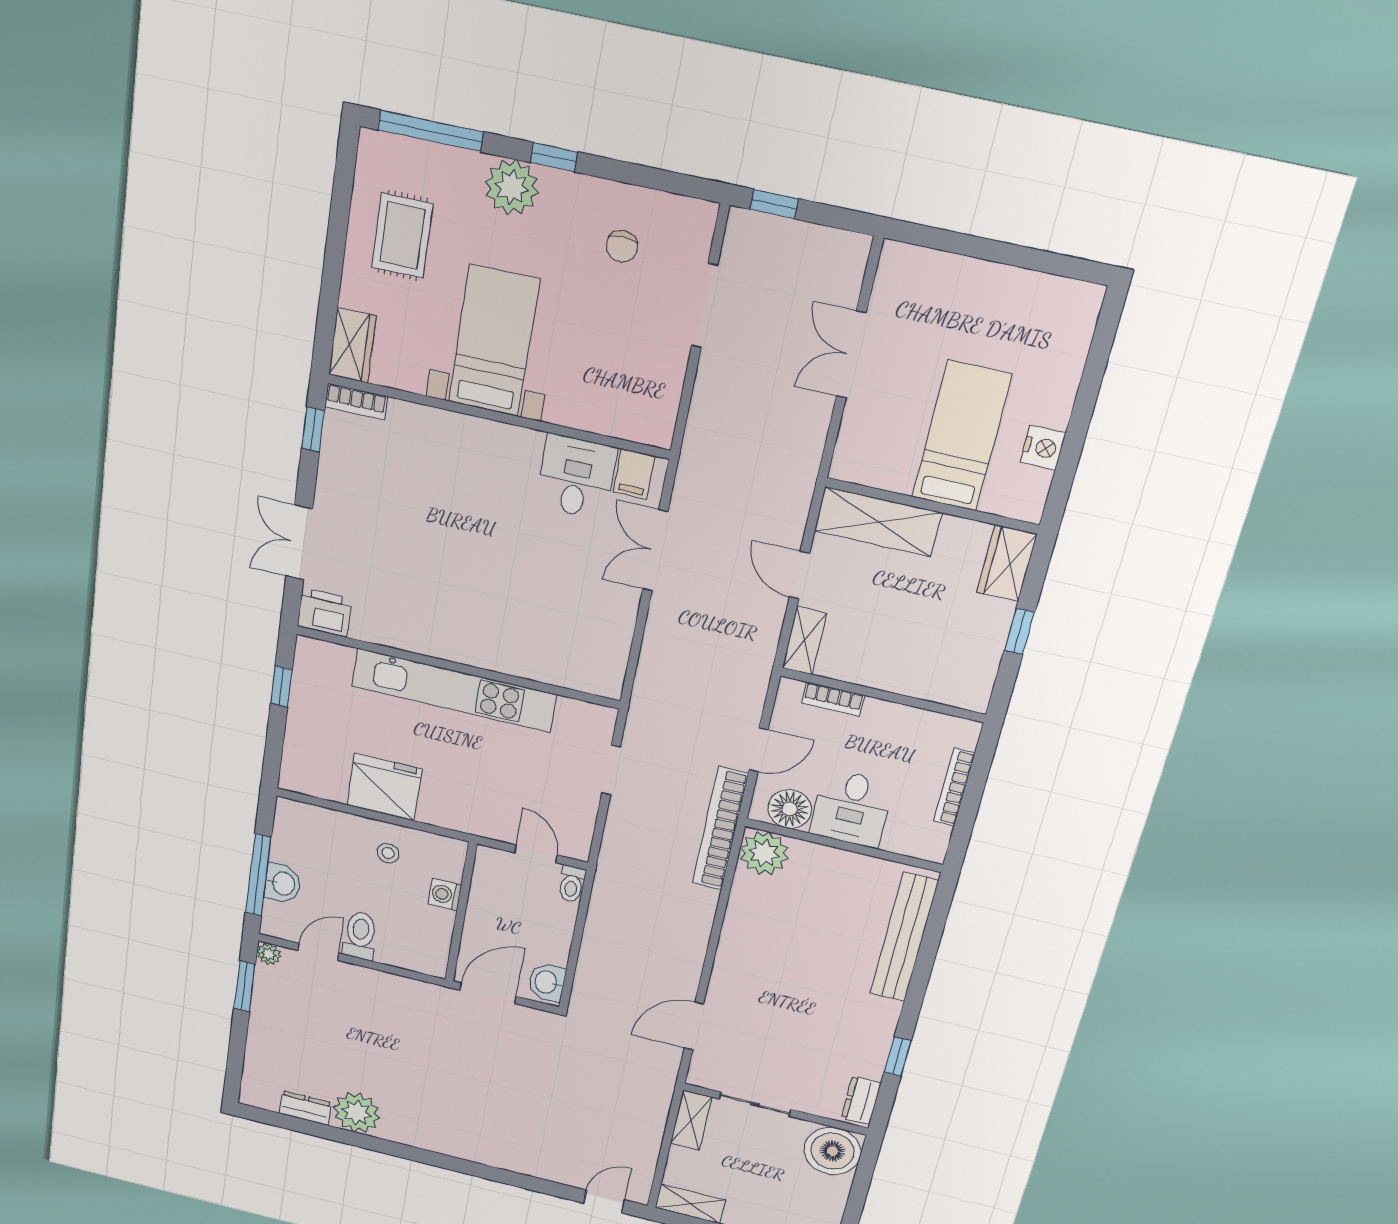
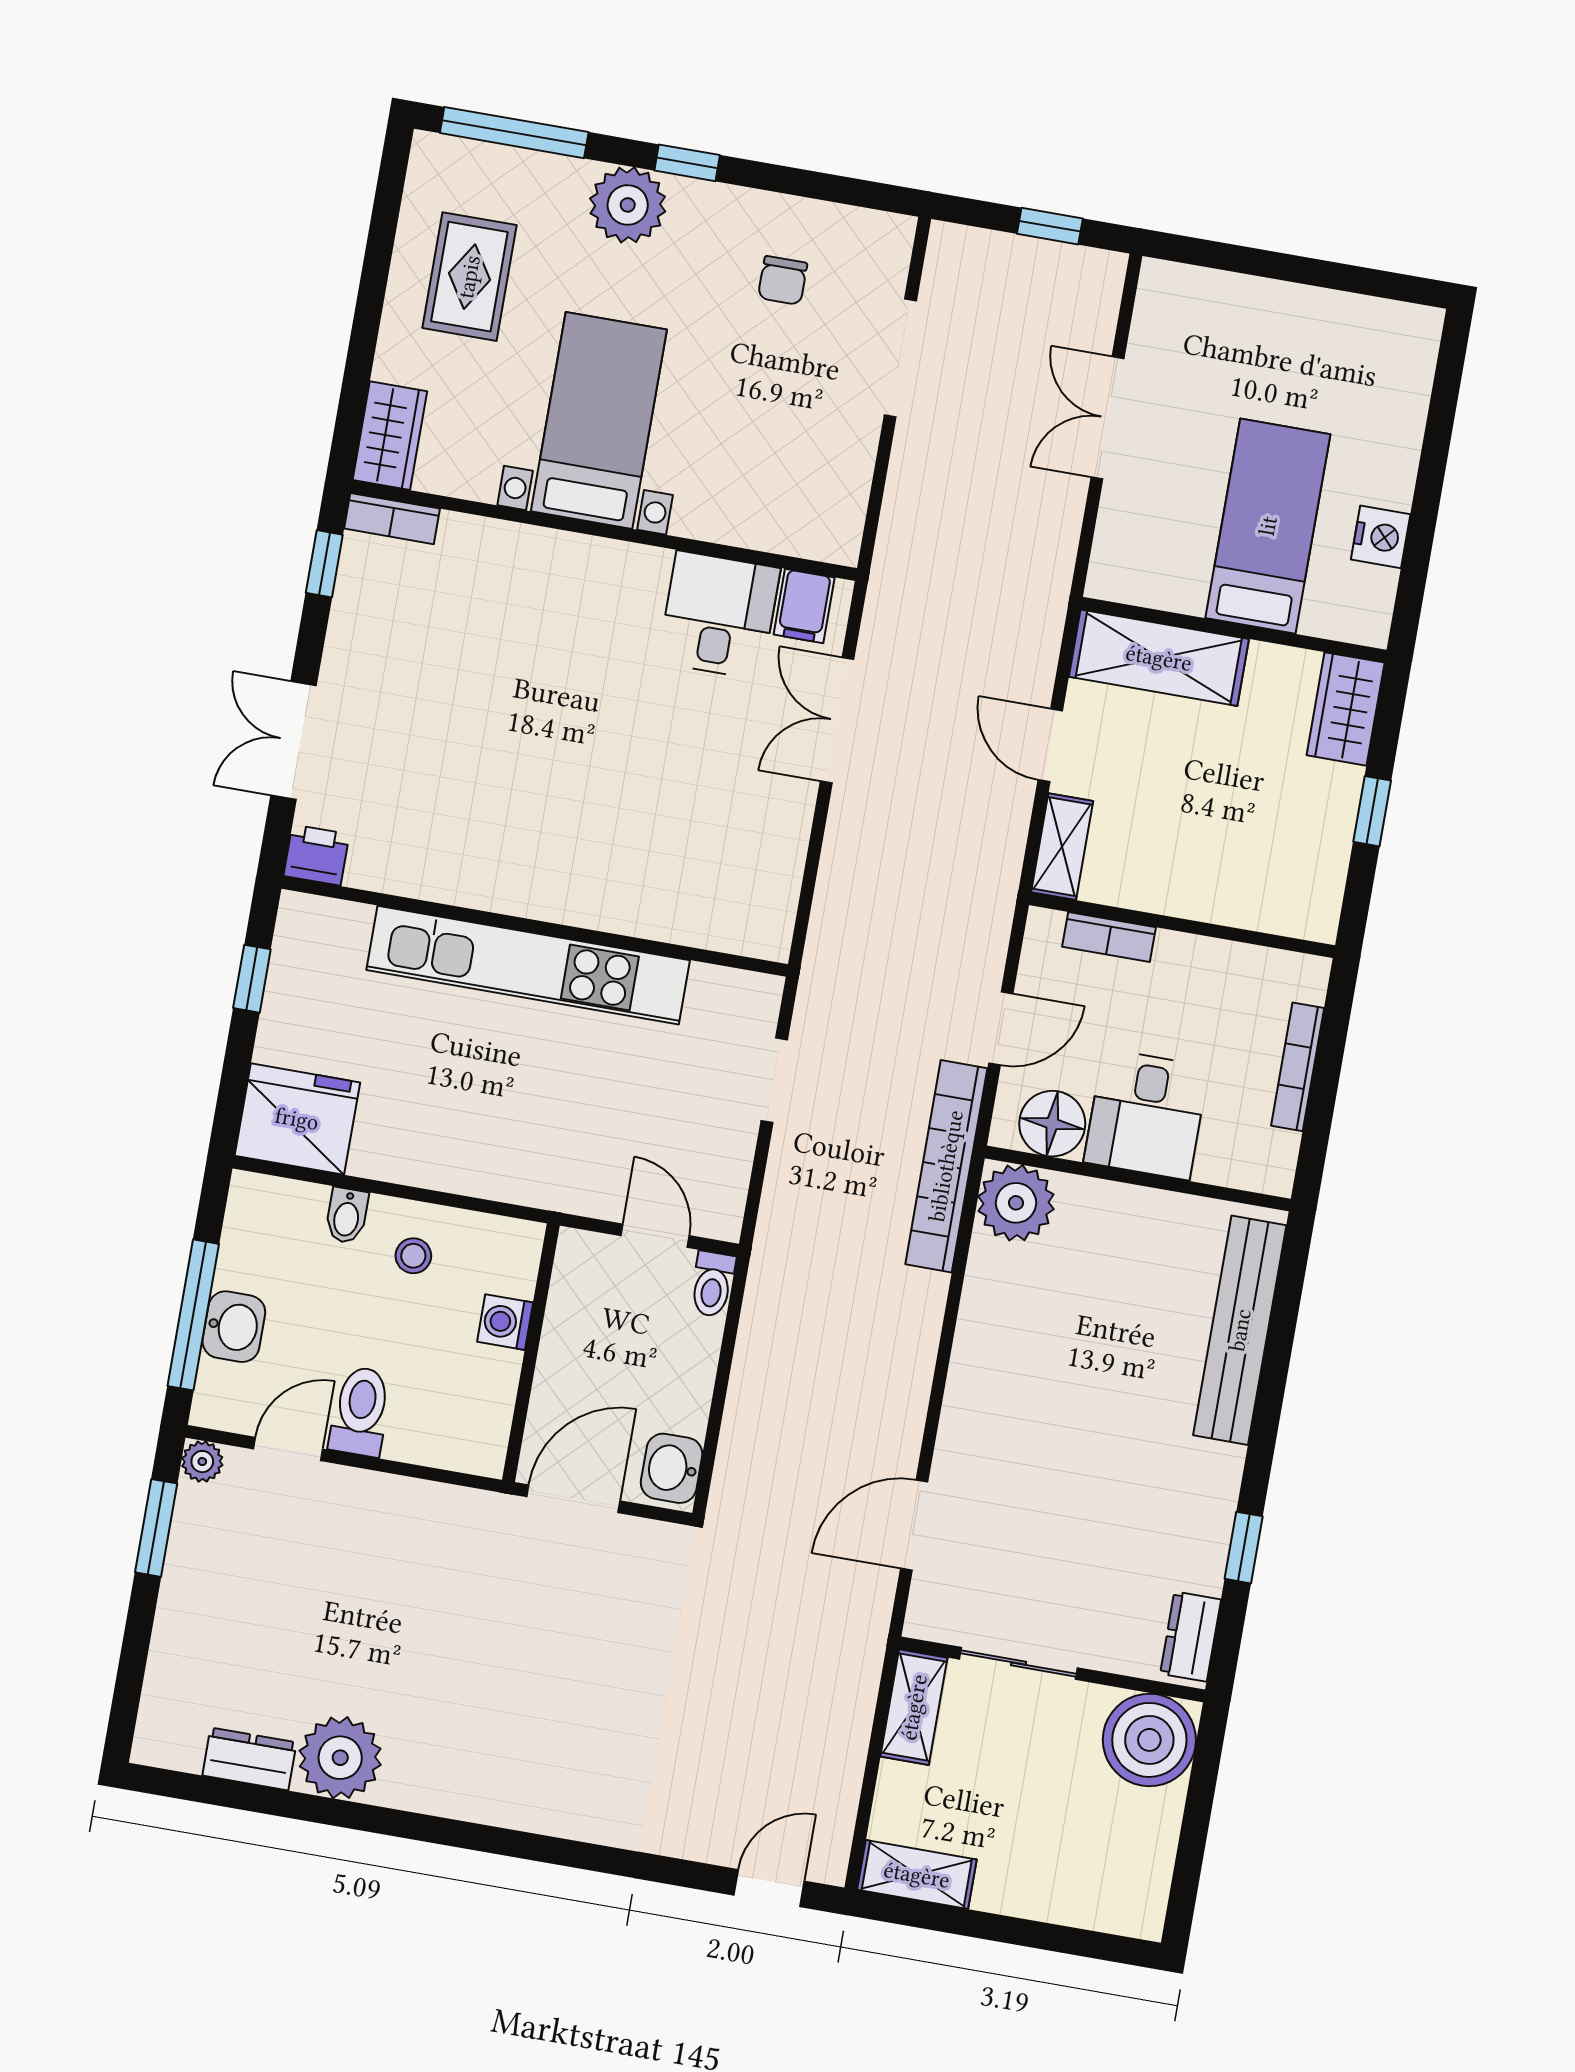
window: (774, 204) -> (1050, 226), moved
printer: (325, 612) -> (316, 855), width x0.73, depth x0.81
fridge: (384, 787) -> (297, 1119), moved
bidet: (347, 827) -> (347, 1216), added

